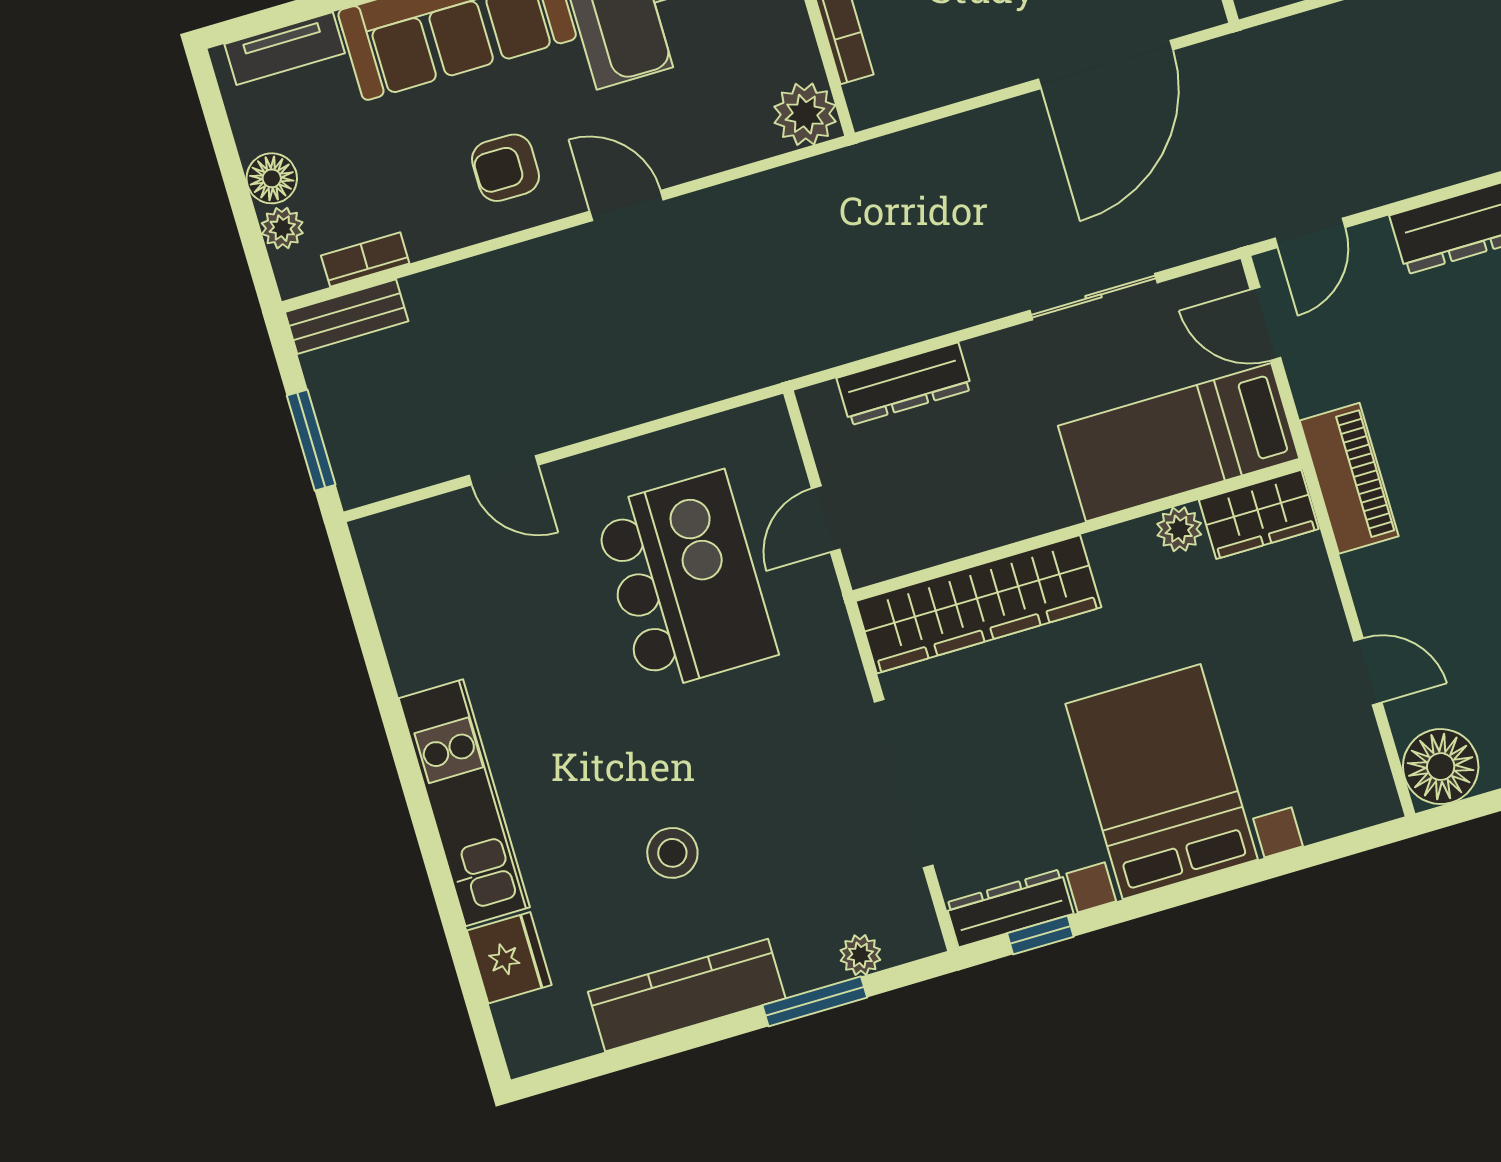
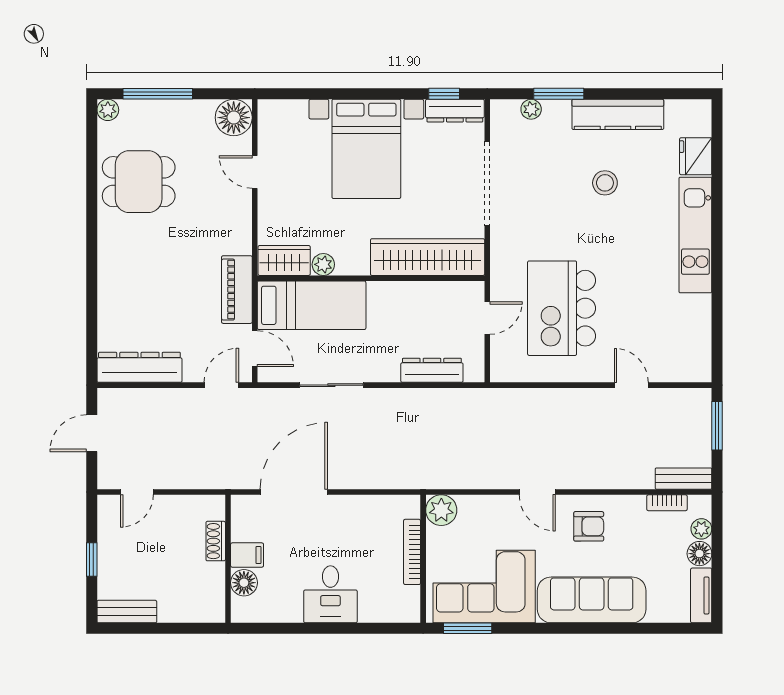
tv unit: (285, 49) -> (701, 595), moved, turned -90
piano: (1349, 478) -> (237, 290), moved

